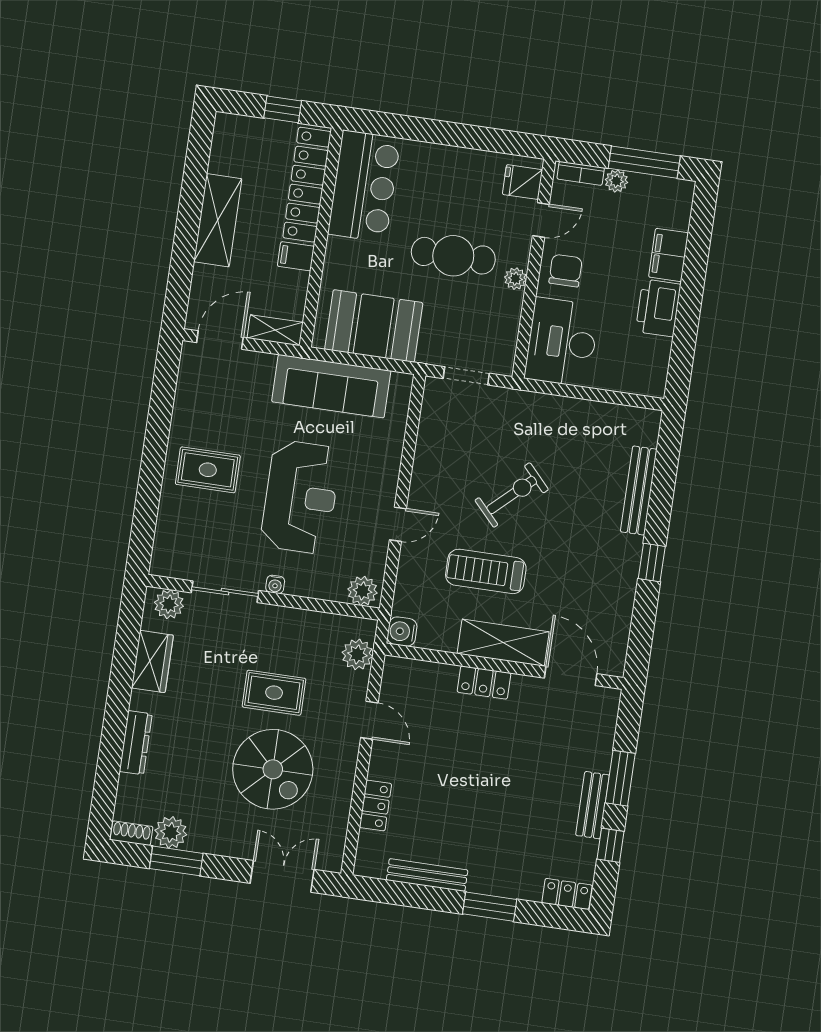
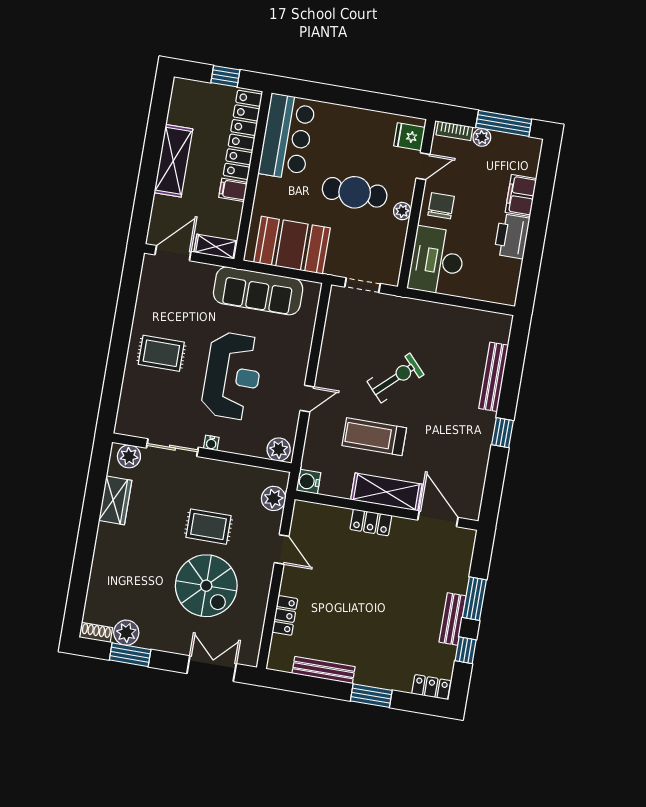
dresser: (136, 743) -> (101, 563), removed

